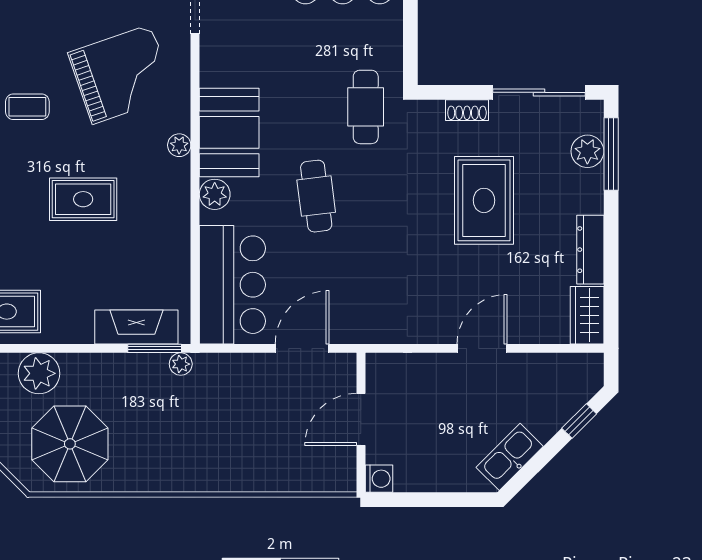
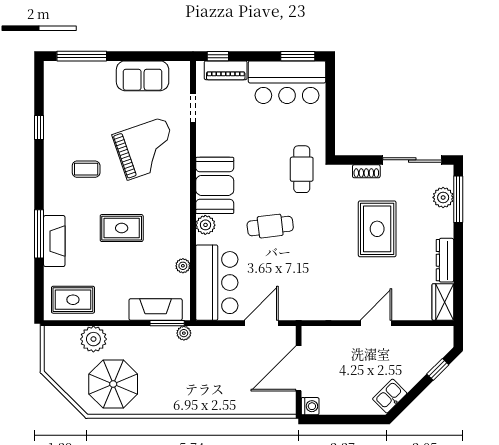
plant: (179, 145) -> (183, 266), moved
cafe table: (316, 196) -> (270, 226), turned 90
door: (361, 419) -> (299, 368), width x1.36
kitchen sink: (510, 457) -> (390, 396), width x0.73

